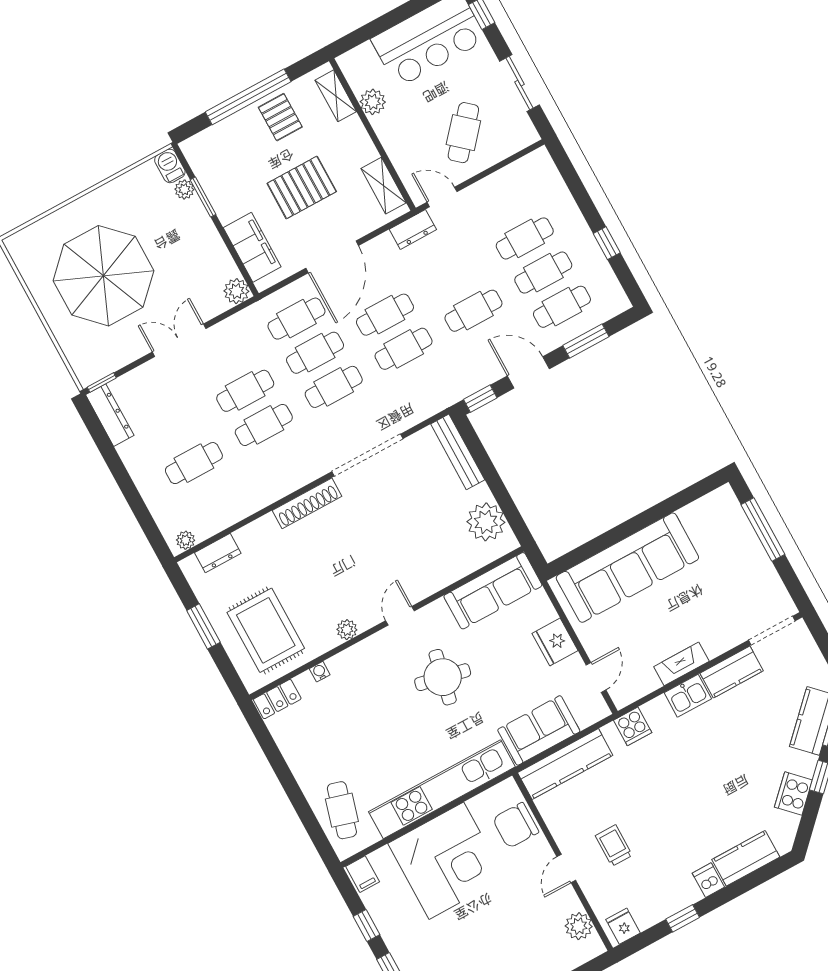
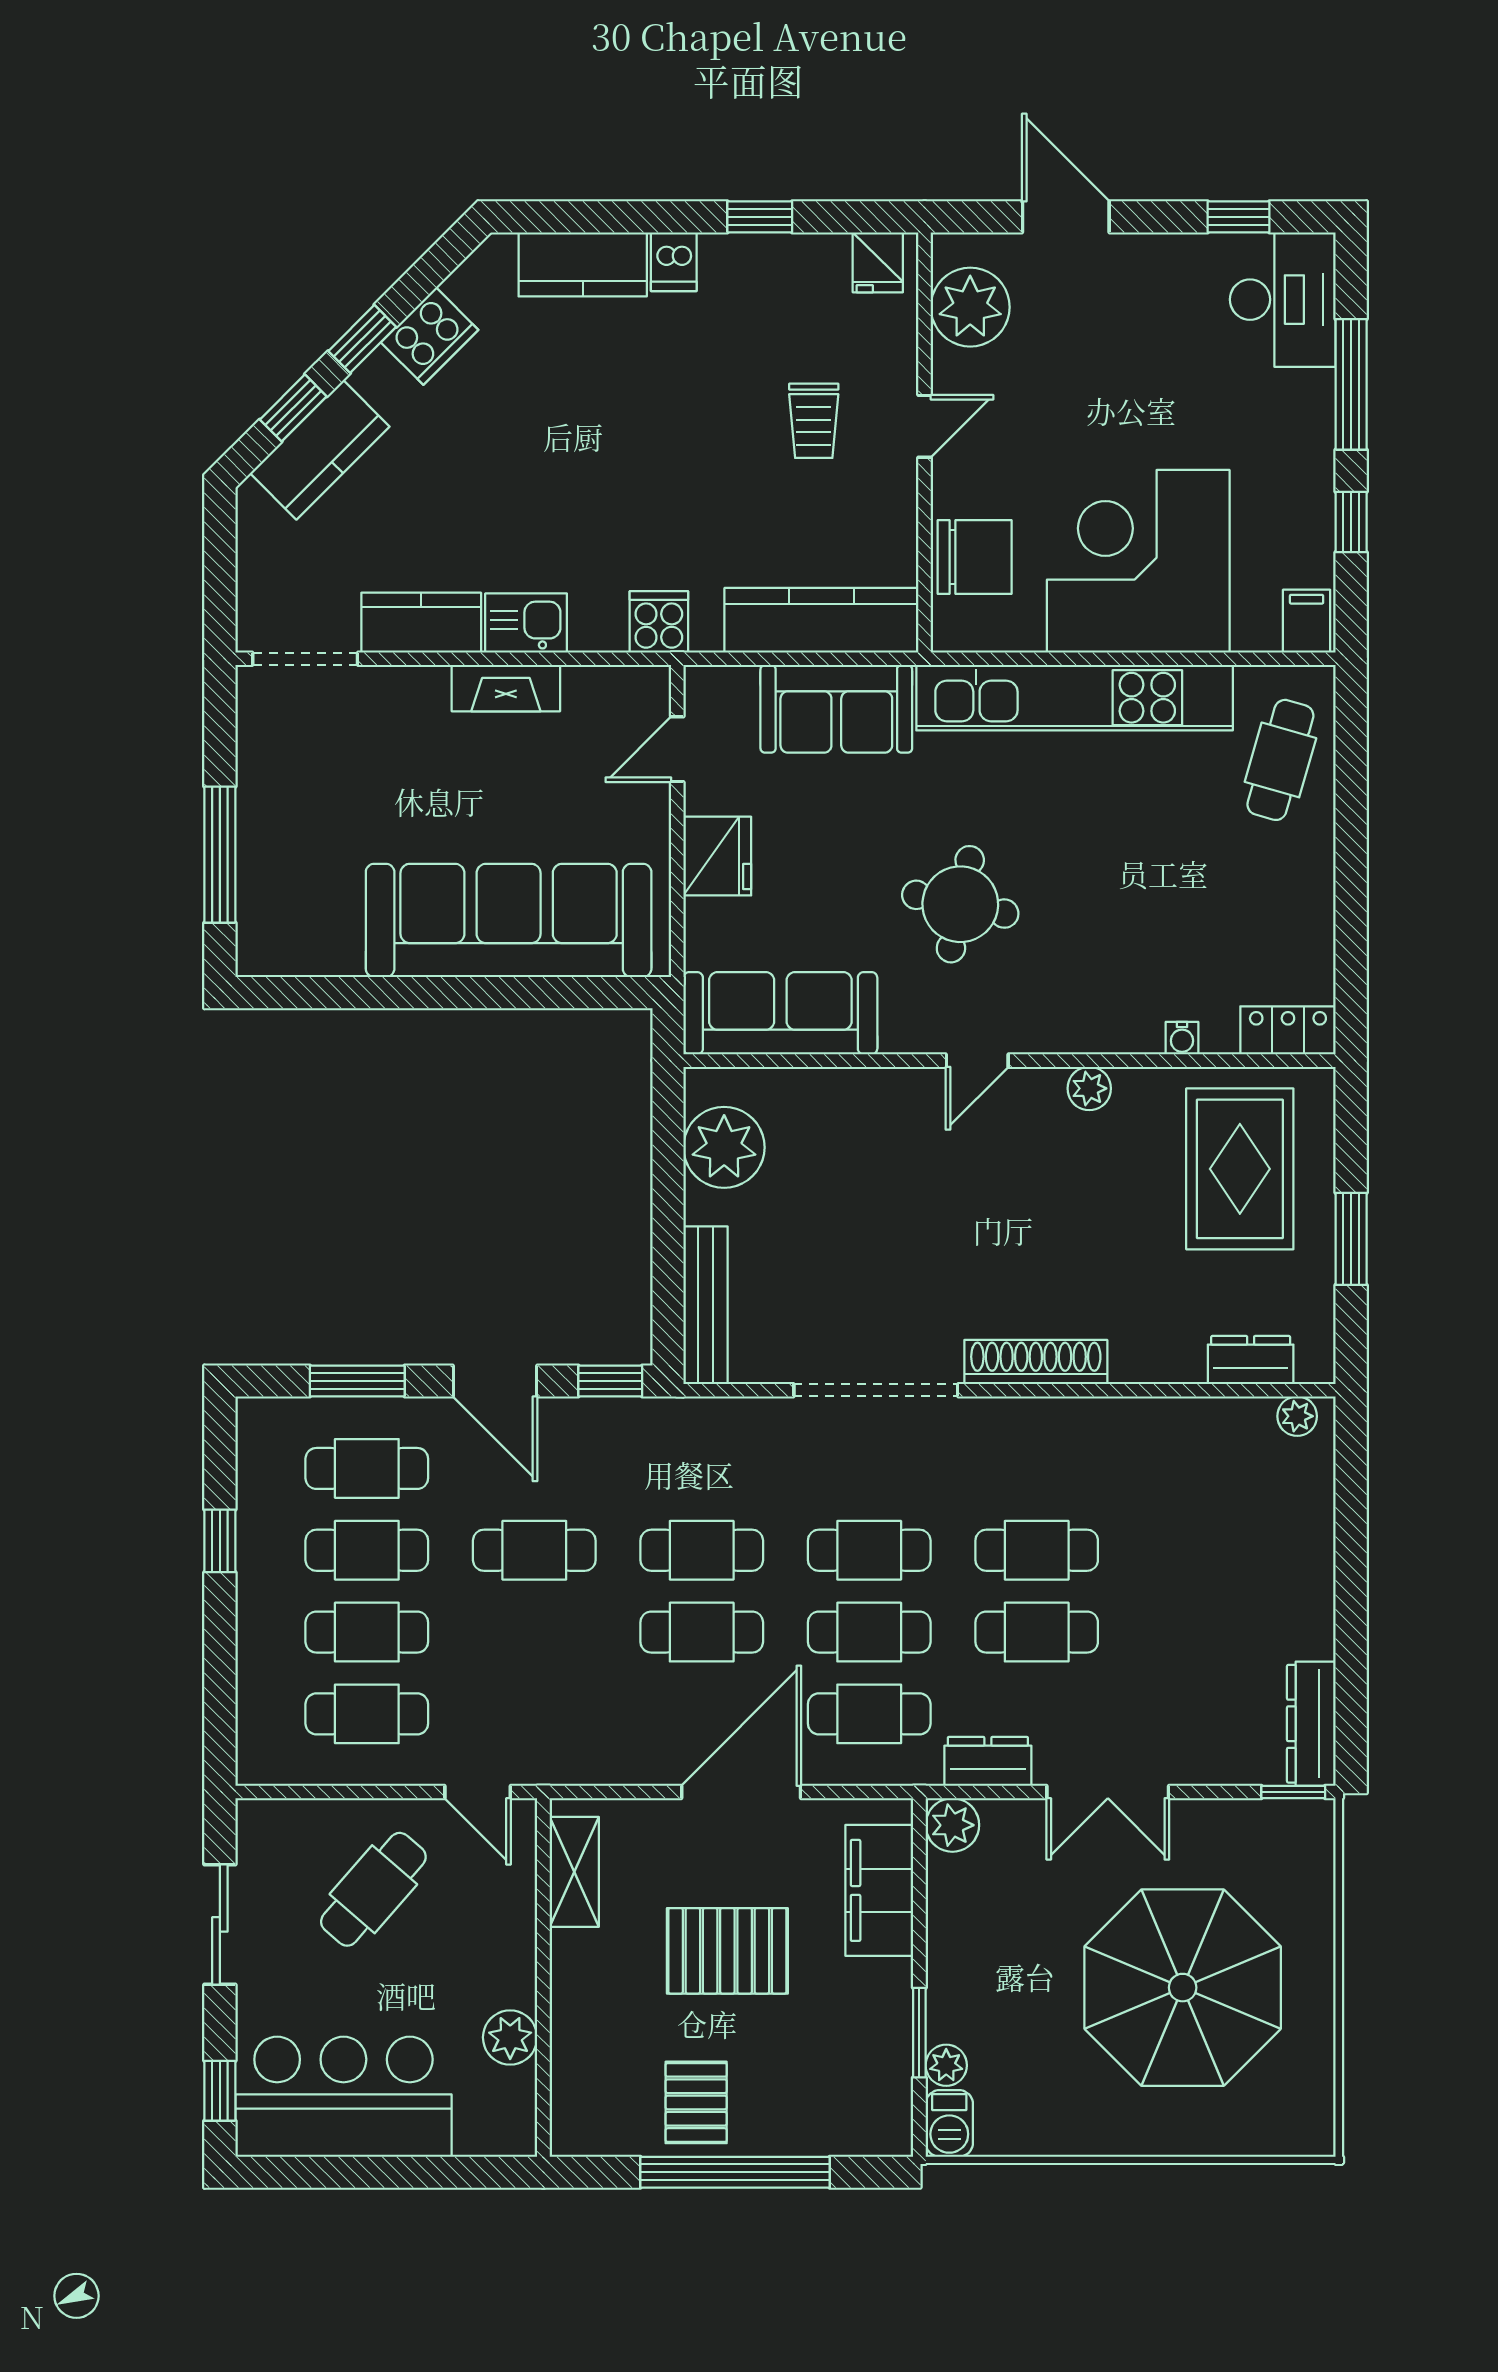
shelving: (336, 96) -> (572, 2086), removed
dresser: (413, 229) -> (988, 1761), moved
cafe table: (194, 463) -> (367, 1714), moved
plant: (579, 926) -> (970, 307), width x1.36, depth x1.36

